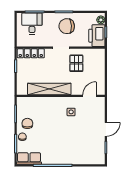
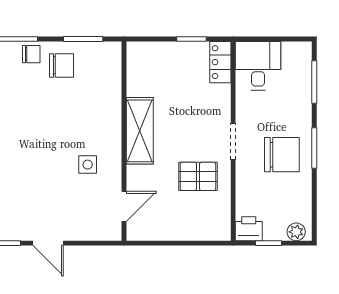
desk: (32, 24) -> (258, 66), moved, turned -90
chair: (67, 26) -> (282, 155), turned 92
printer: (97, 36) -> (249, 229), width x0.53, depth x0.68
locker: (31, 53) -> (220, 62), width x0.66
shelving: (49, 89) -> (140, 131), width x0.68
door: (90, 96) -> (124, 206), hinge flipped

